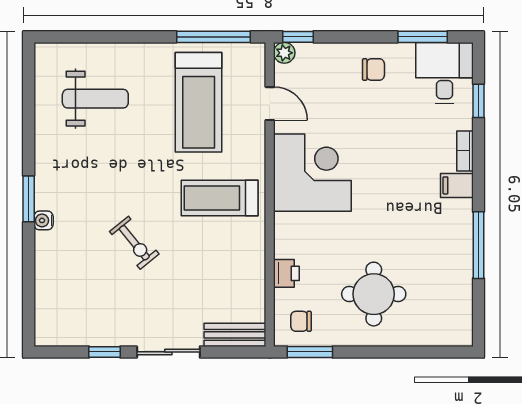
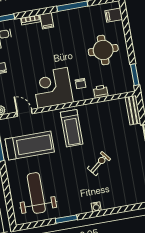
weight bench: (95, 99) -> (36, 193), width x1.36, depth x1.33
door: (270, 104) -> (24, 113), hinge flipped
window: (29, 199) -> (66, 219), moved
chair: (301, 321) -> (81, 84), moved
filing cabinet: (444, 330) -> (114, 15), added

